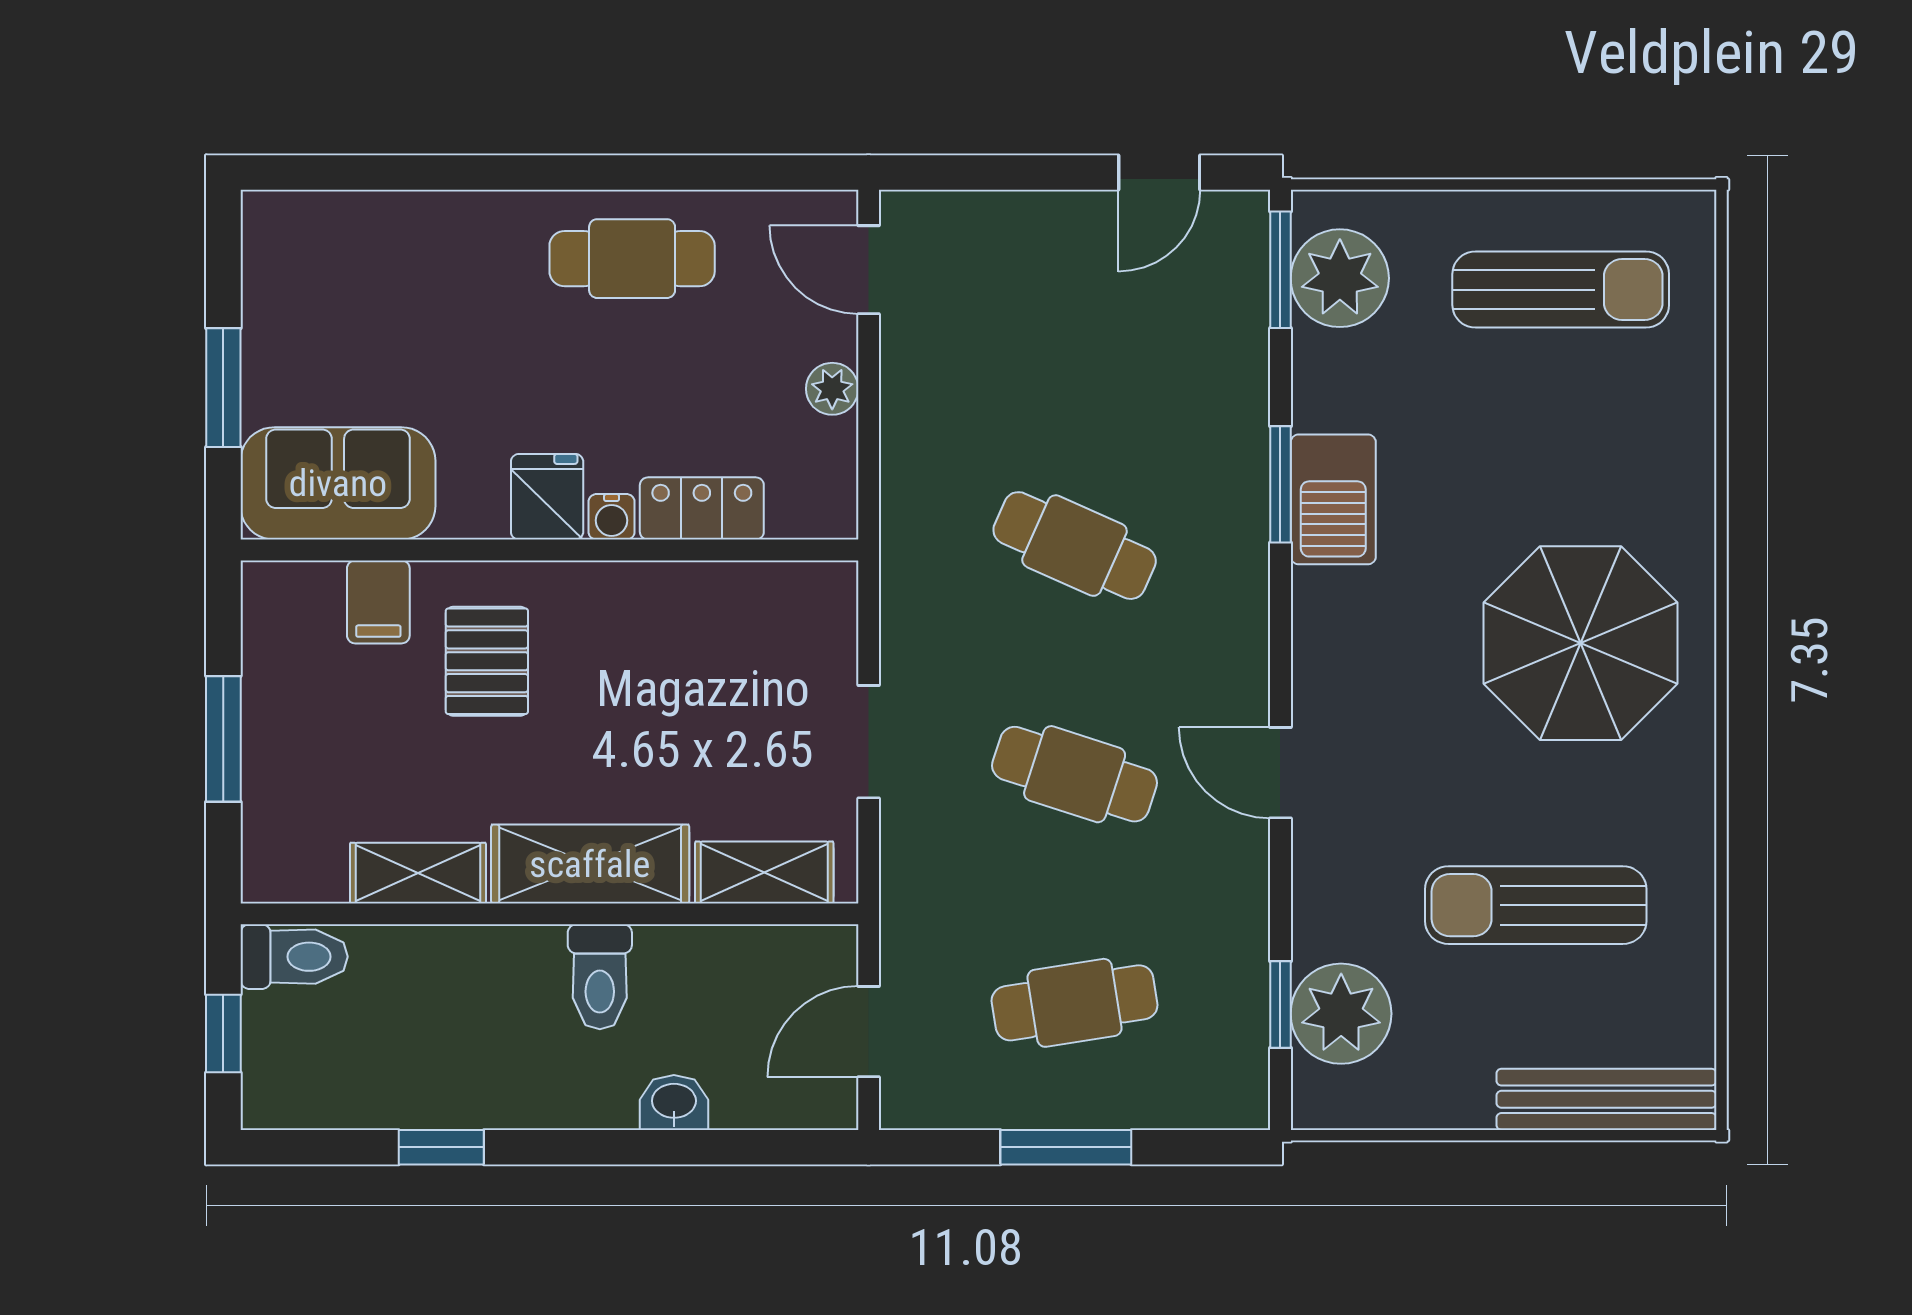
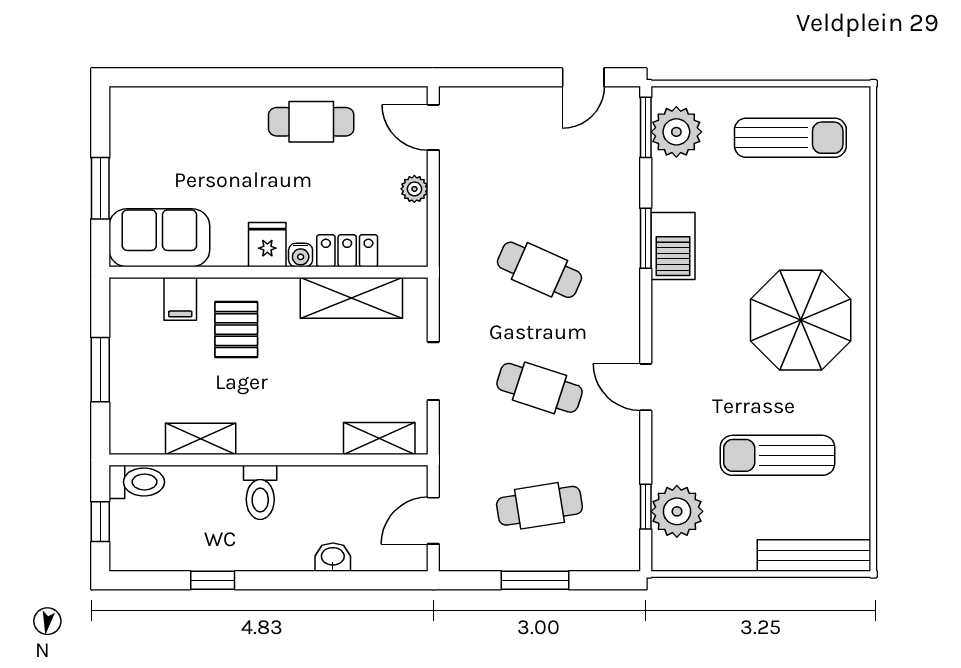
shelving: (590, 864) -> (351, 298), moved
toilet: (600, 977) -> (260, 492), moved

